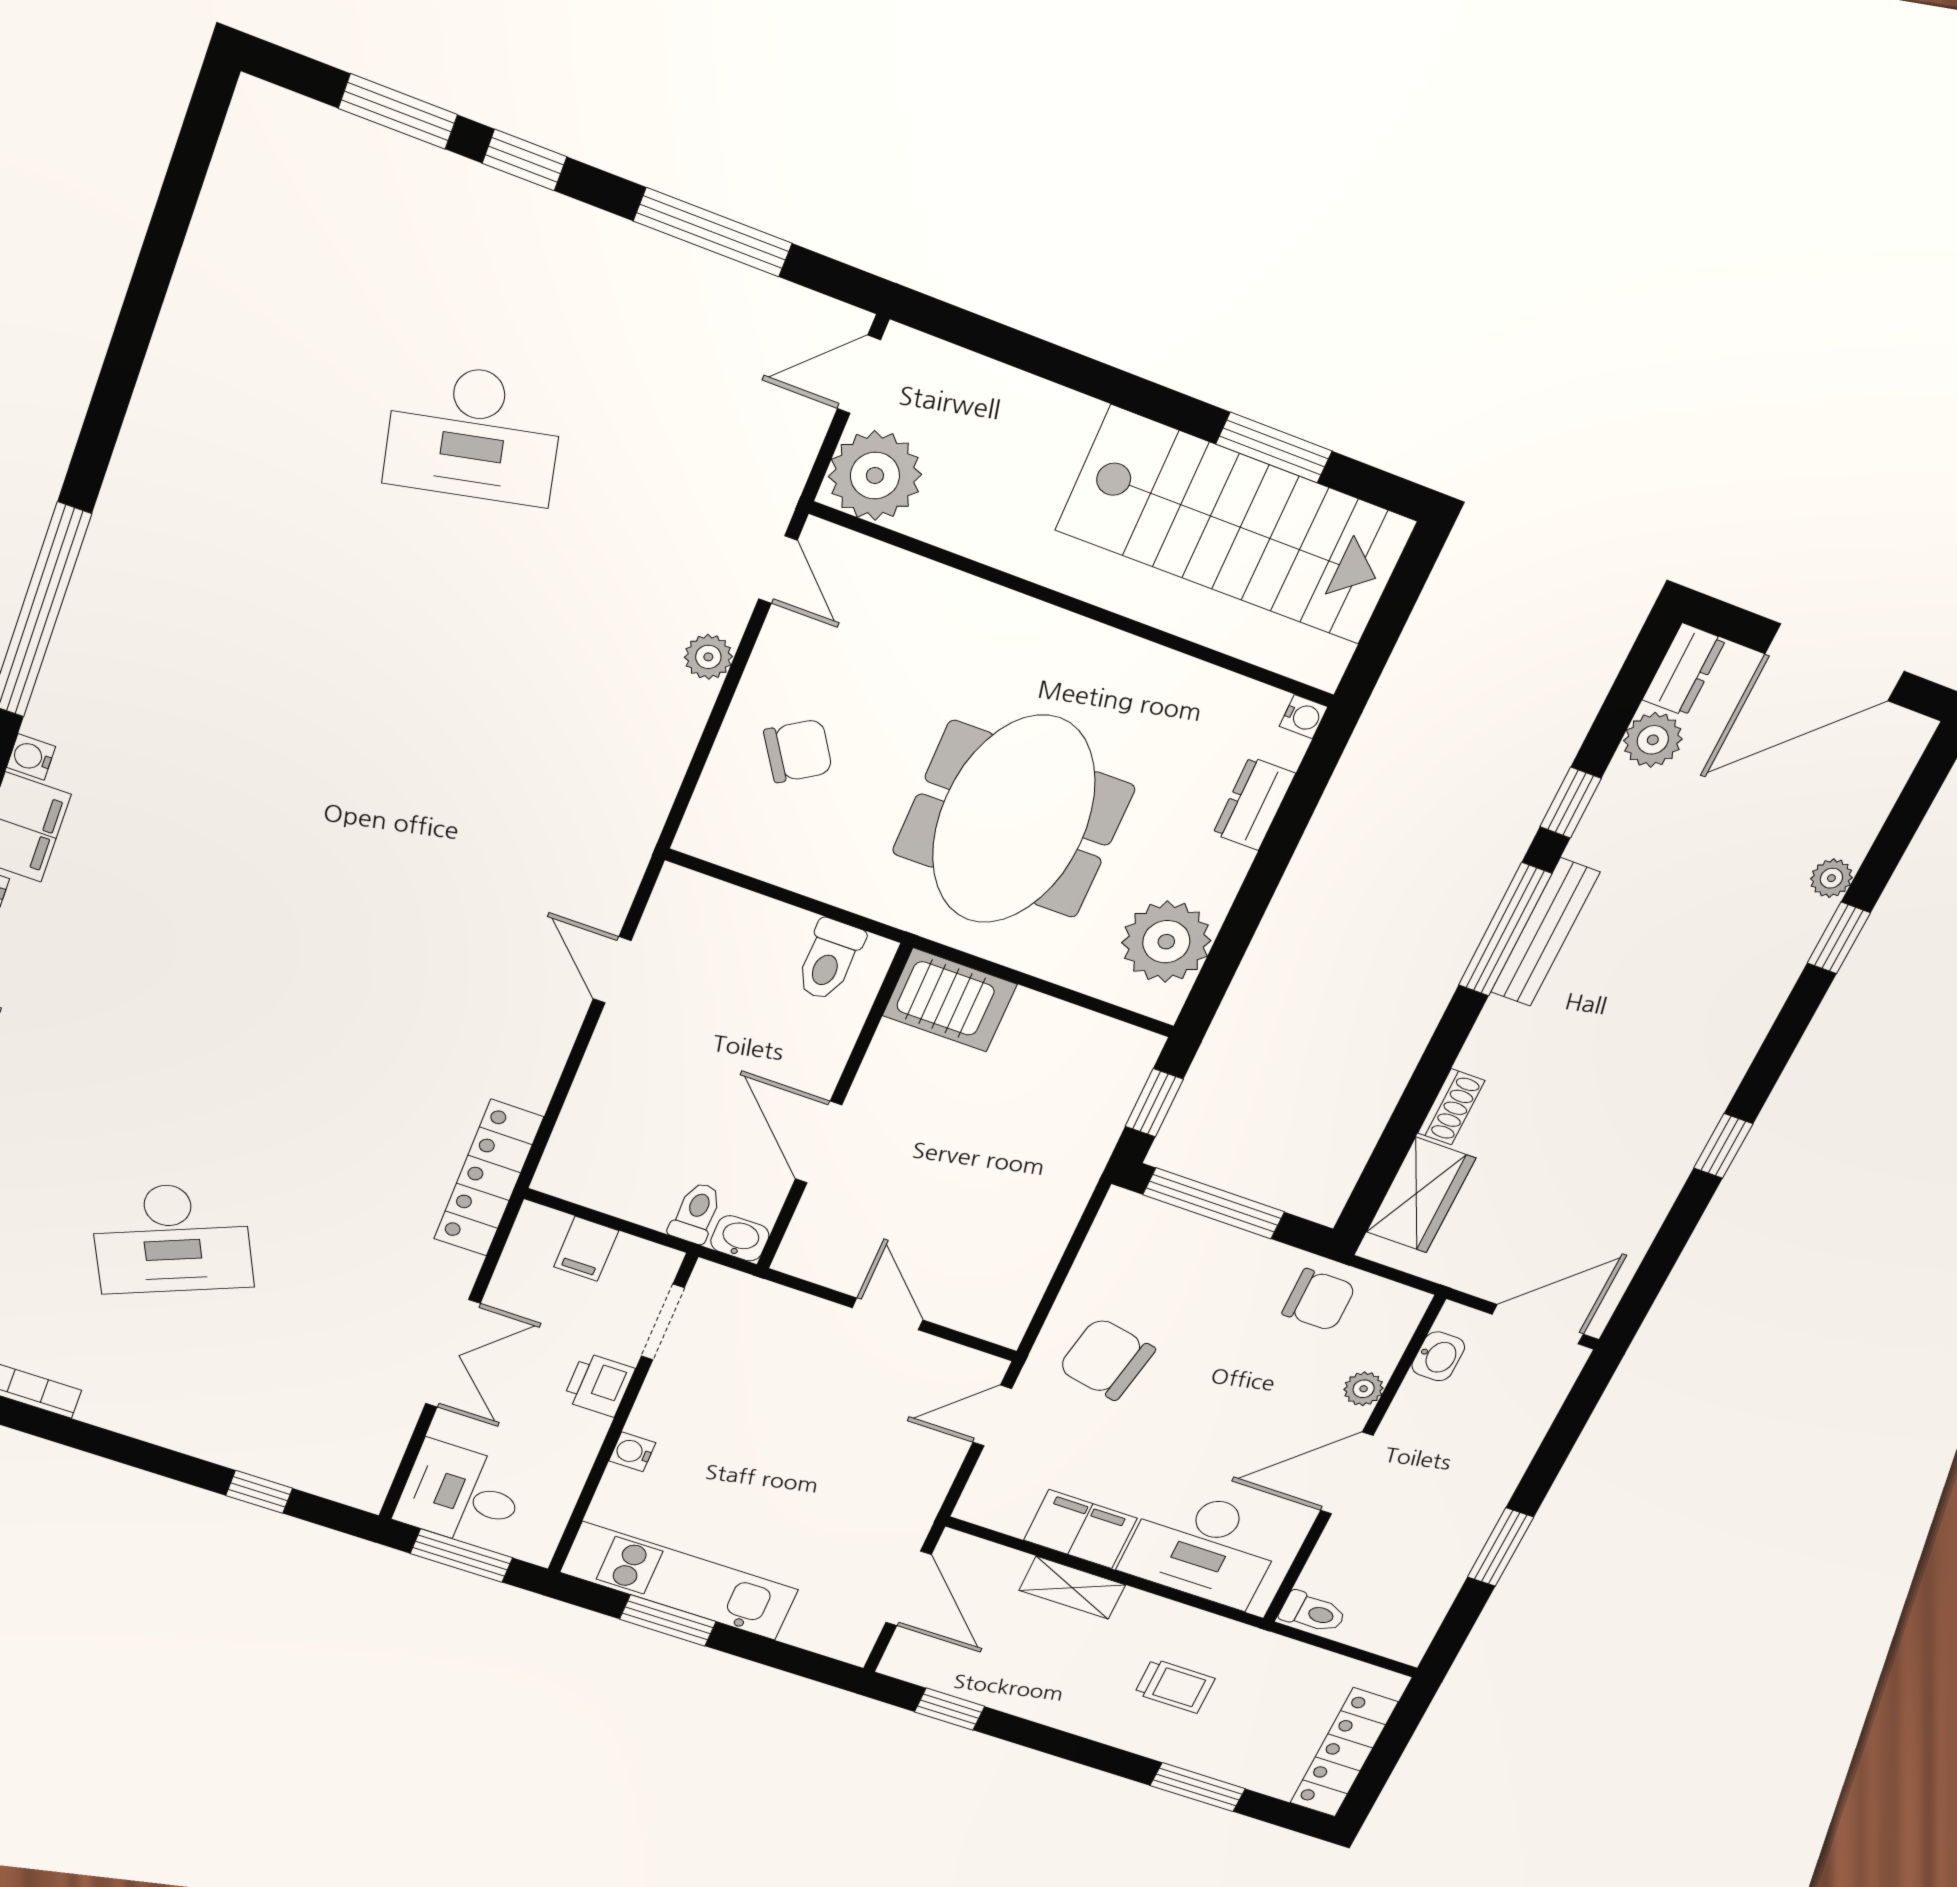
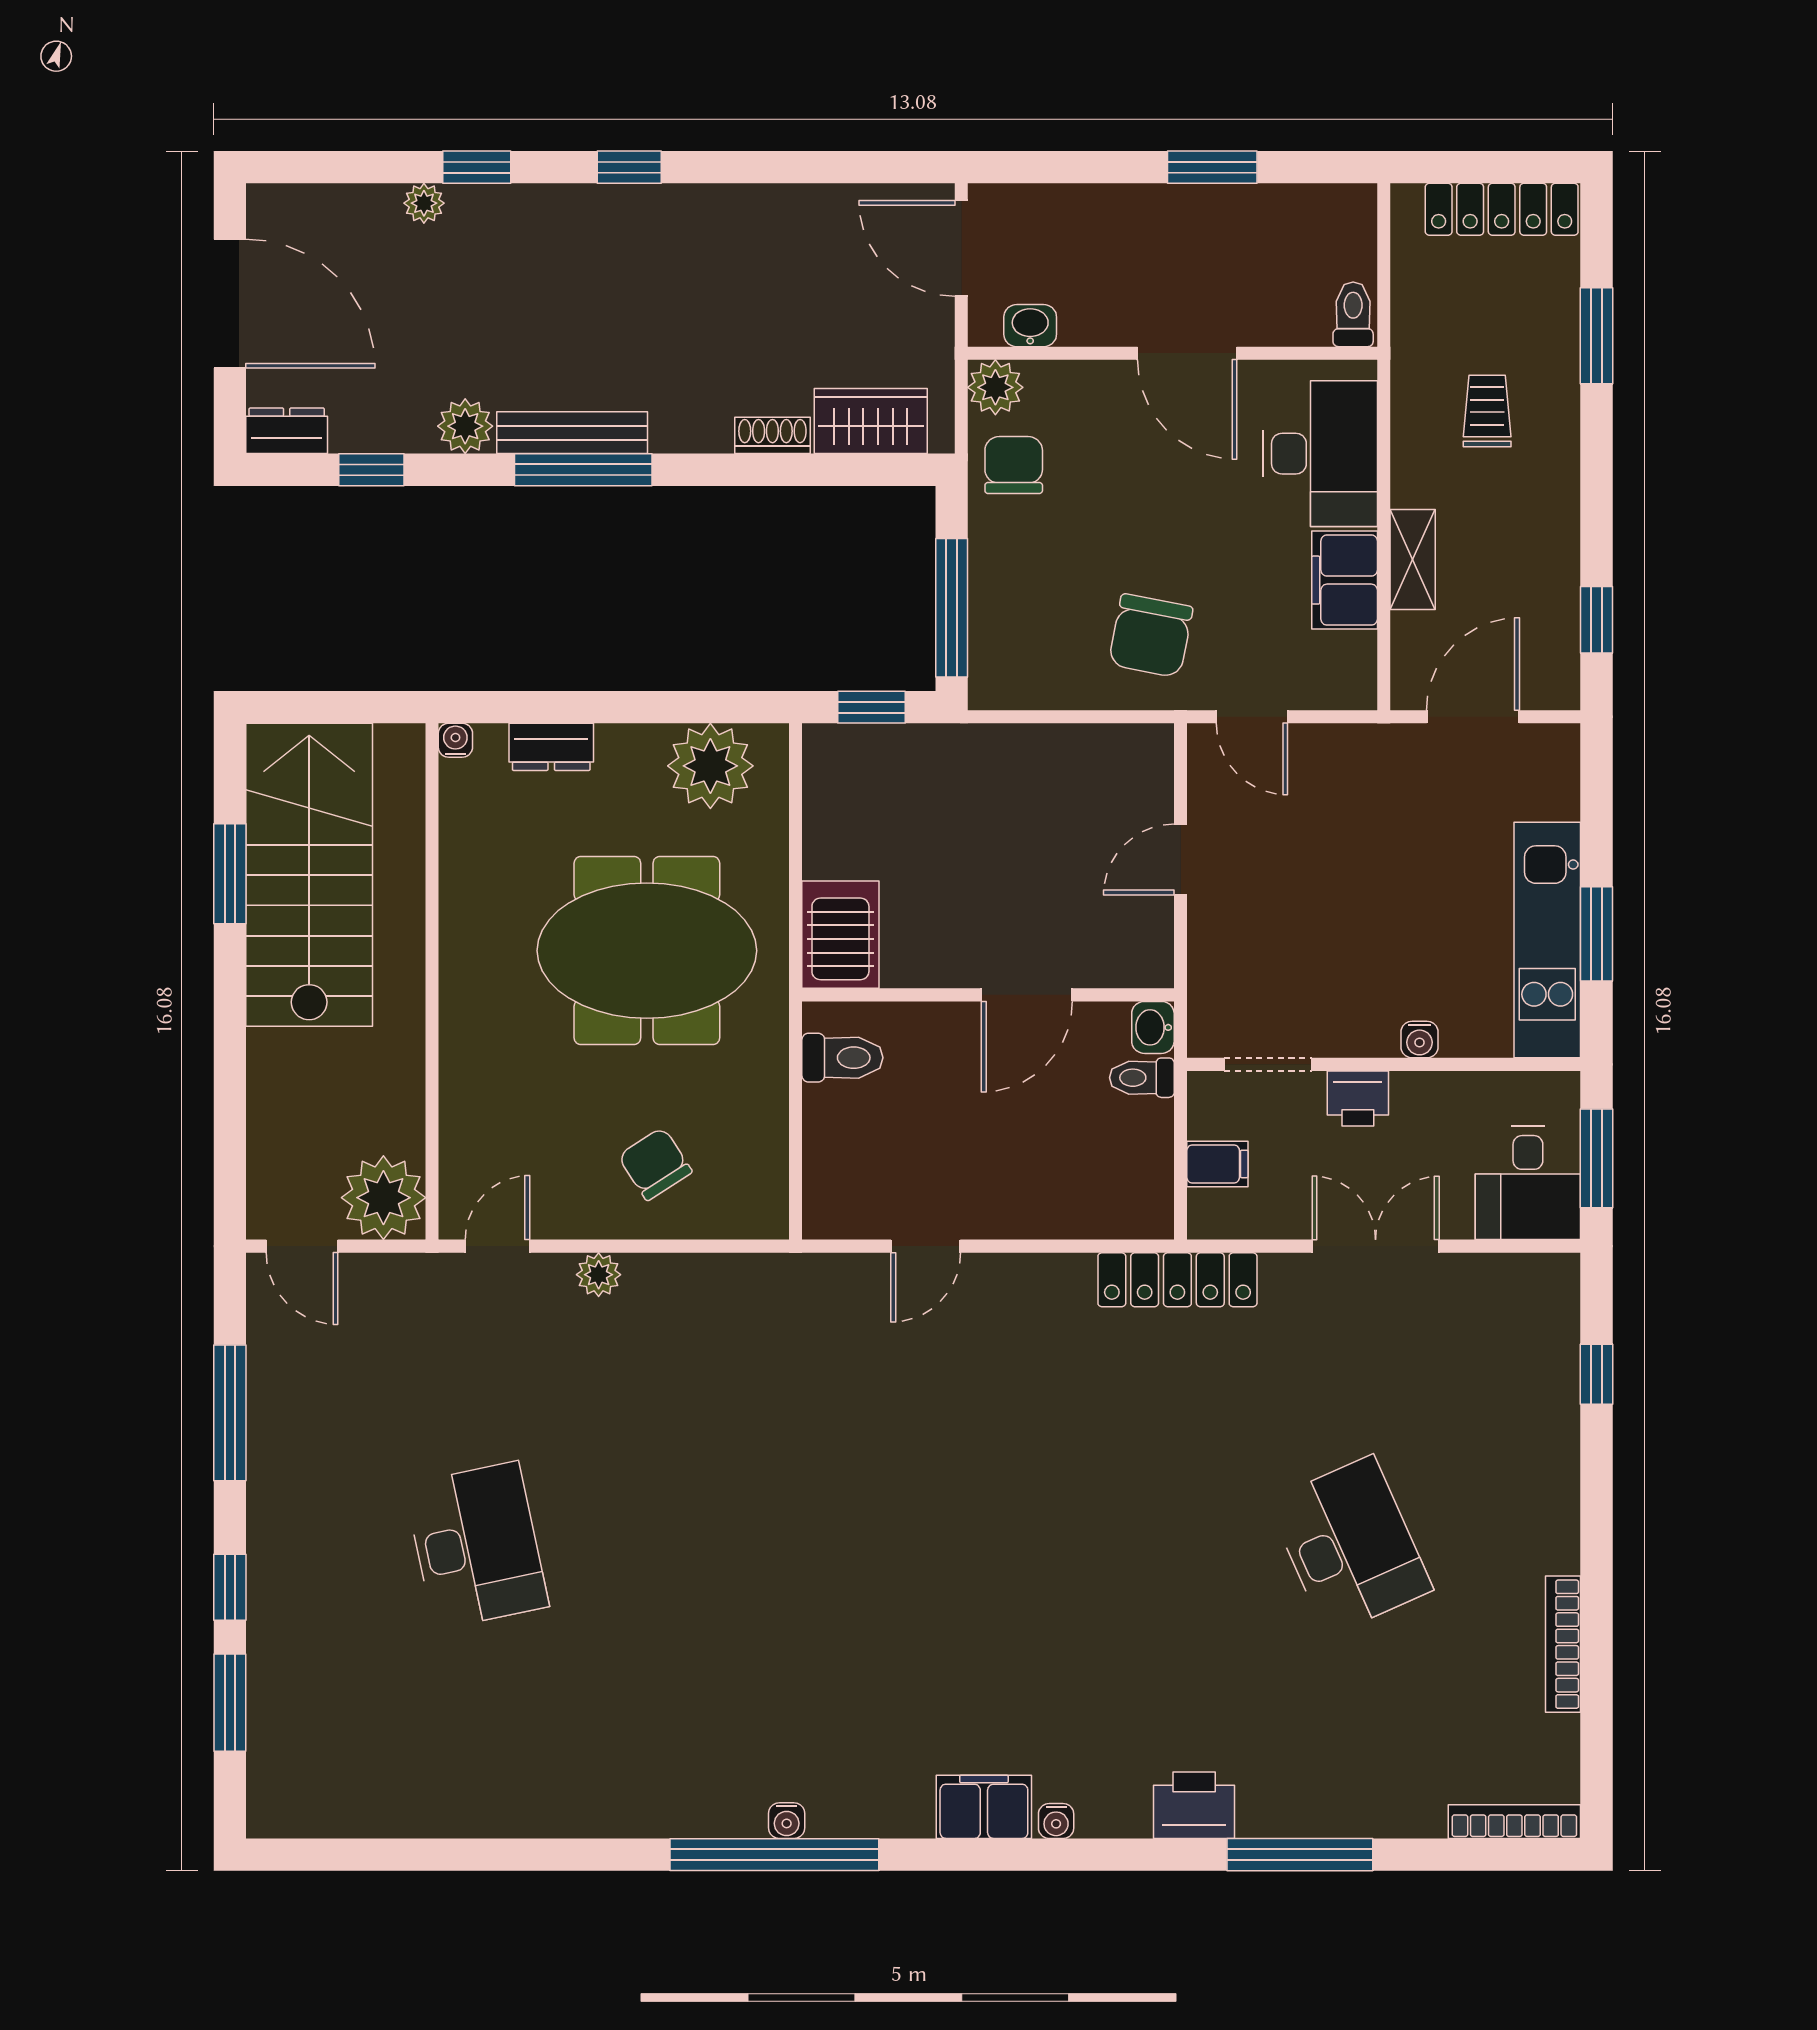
plant: (1653, 740) -> (465, 426), moved
water cooler: (31, 757) -> (787, 1821), moved
window: (1571, 803) -> (371, 470), moved
window: (1723, 1146) -> (629, 167), moved
plant: (1364, 1389) -> (995, 387), moved, width x1.38, depth x1.38

